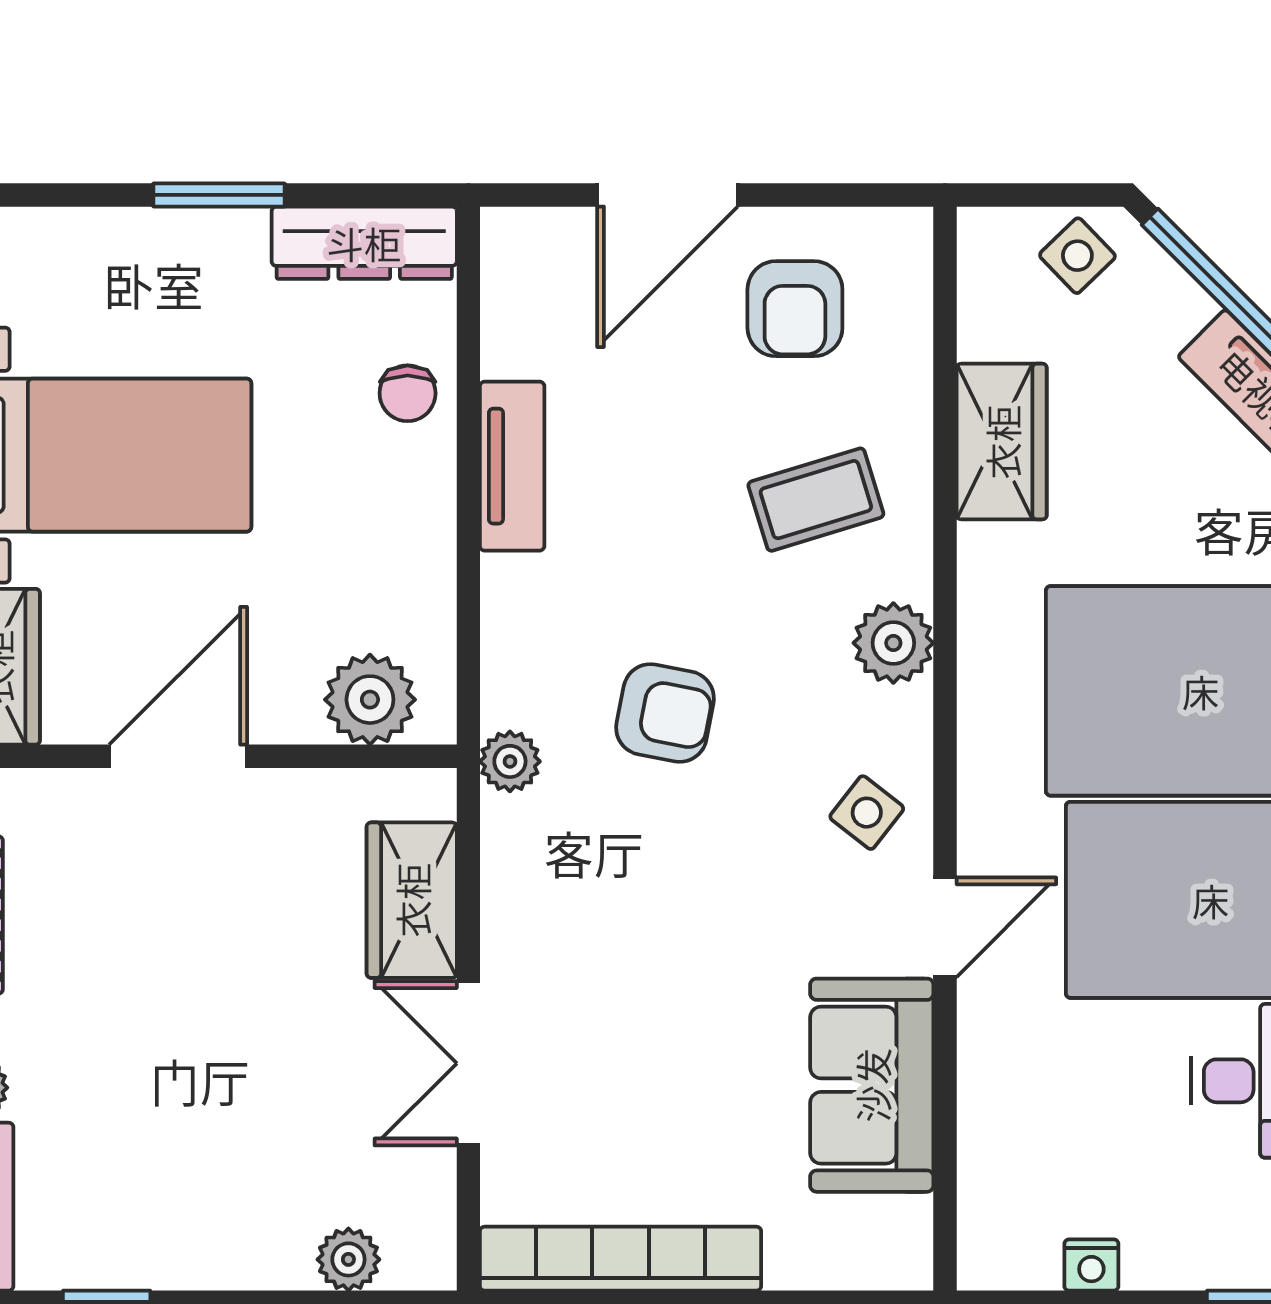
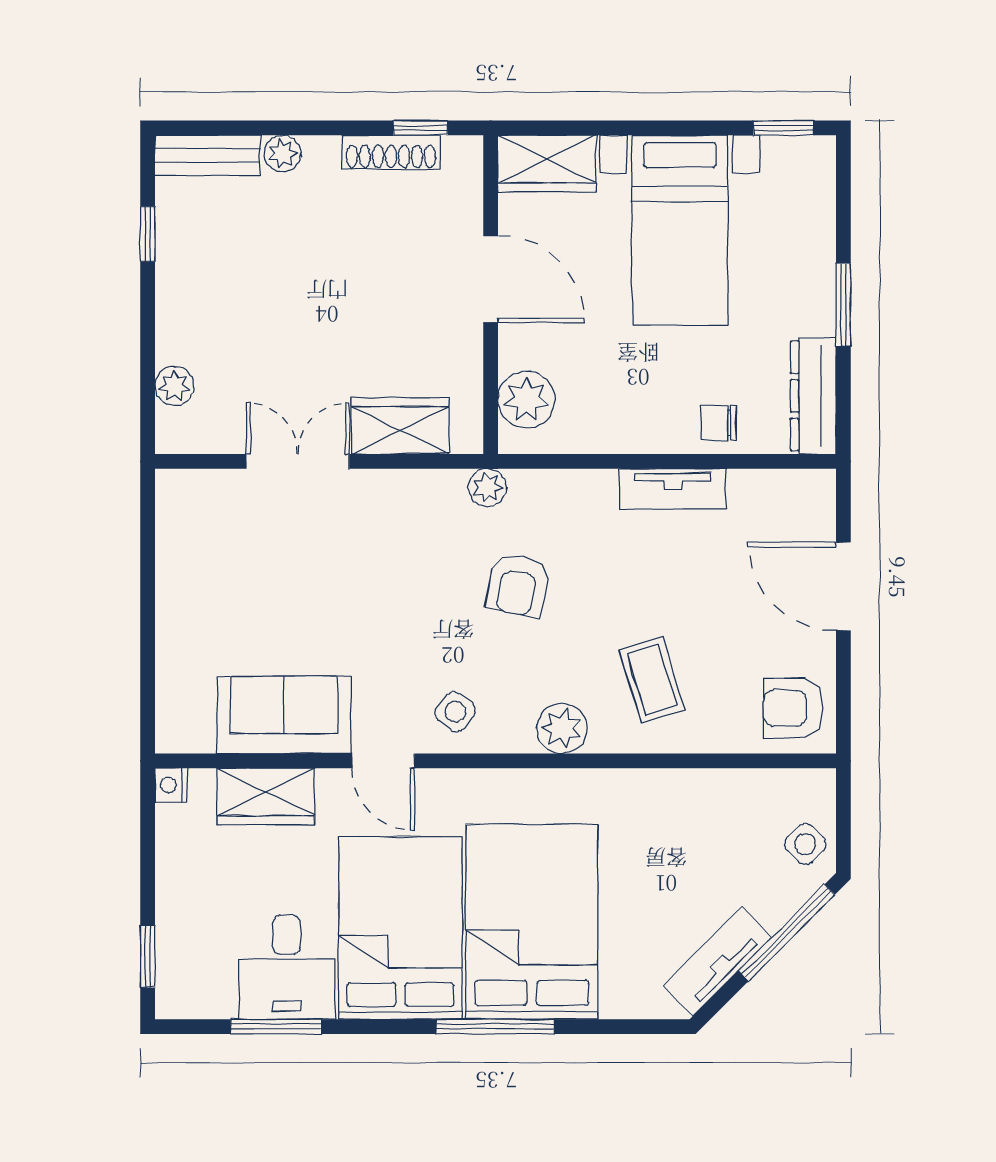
armchair: (795, 309) -> (793, 708), moved
wardrobe: (1002, 442) -> (266, 796), moved
bookcase: (621, 1259) -> (175, 557), removed
nightstand: (1091, 1265) -> (171, 785), moved

